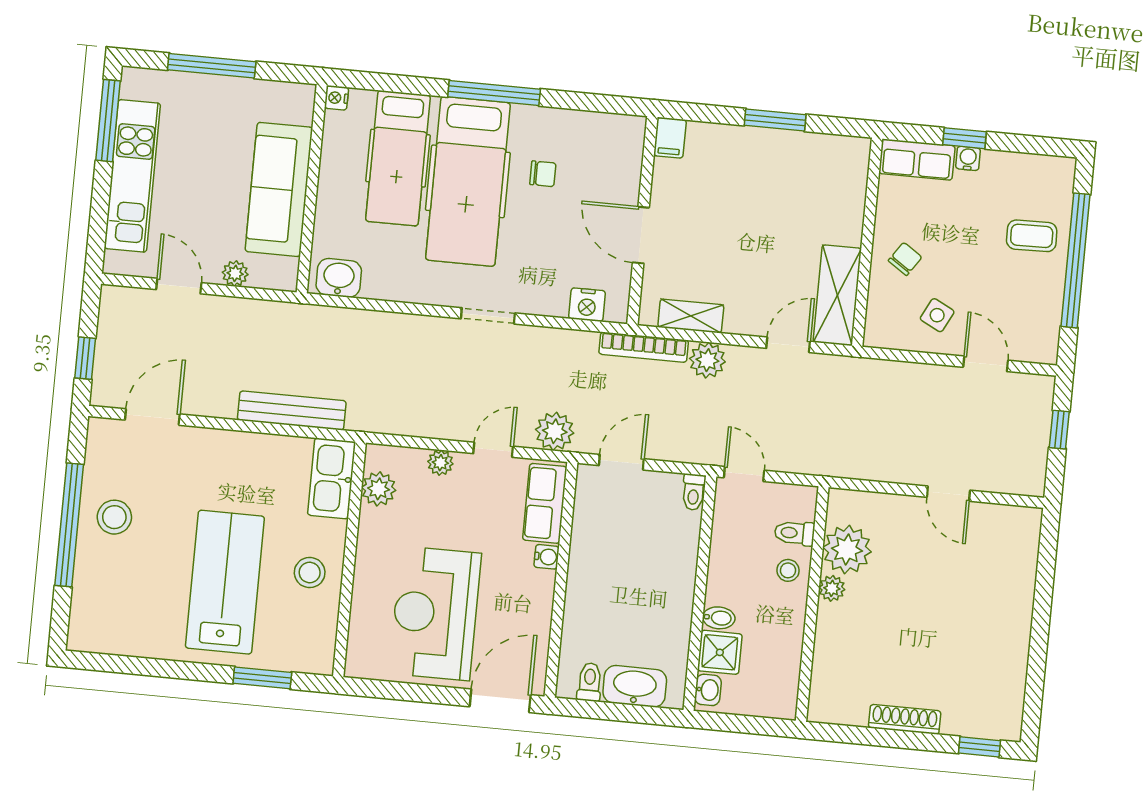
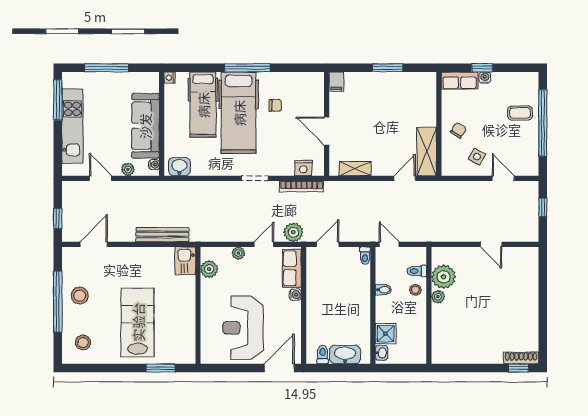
water cooler: (288, 269) -> (154, 165), added
bookcase: (644, 347) -> (301, 186), moved
plant: (707, 360) -> (366, 190), removed
kitchen sink: (332, 478) -> (185, 261), width x0.73
stool: (310, 572) -> (83, 342), moved
bidet: (719, 618) -> (383, 290), moved
shoe rack: (905, 719) -> (521, 358), moved

